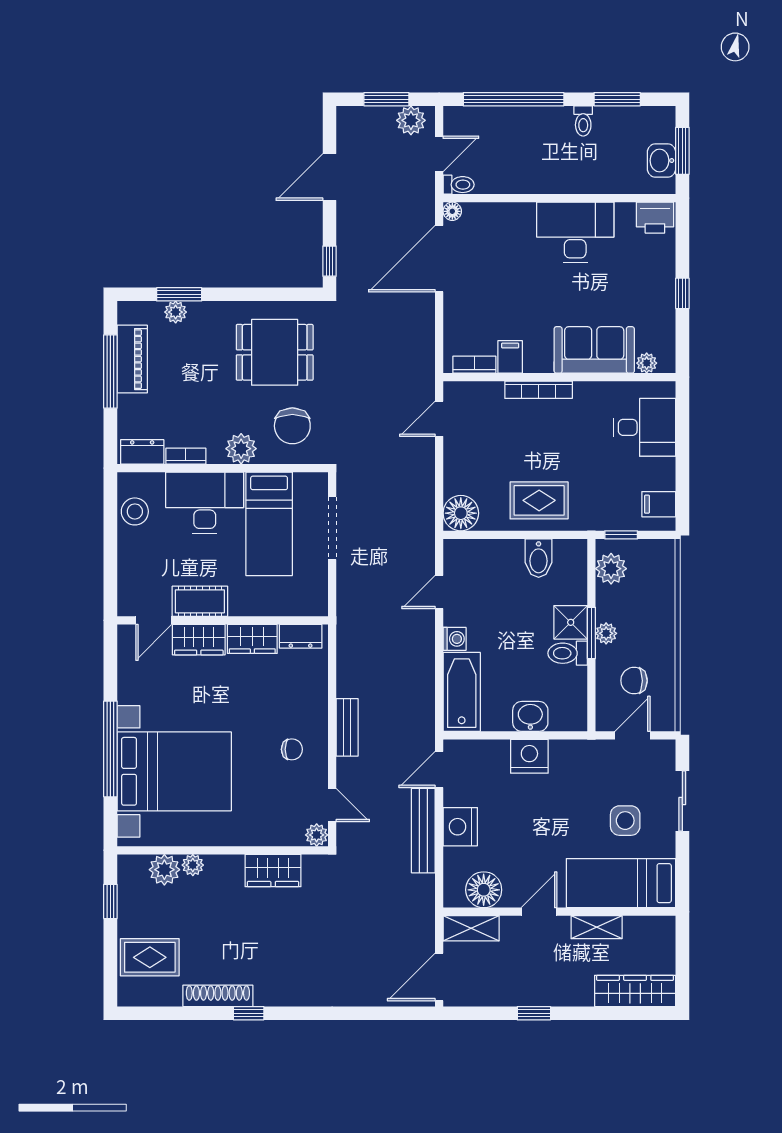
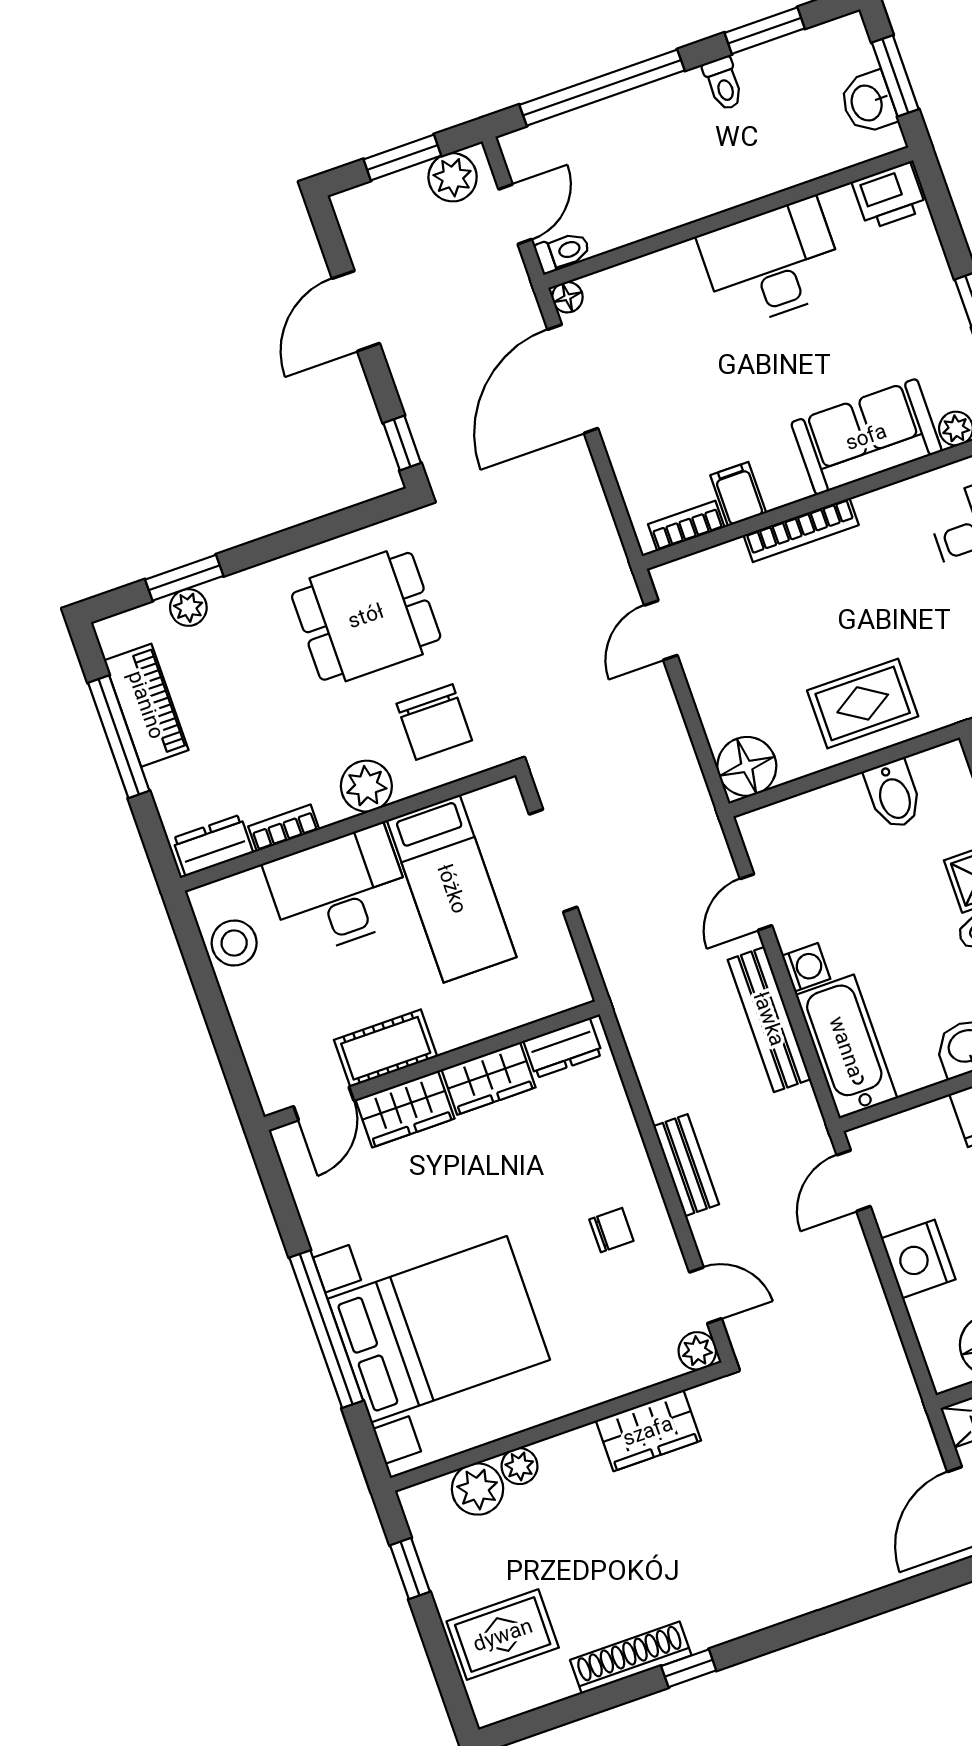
bench: (423, 831) -> (769, 1019), moved

